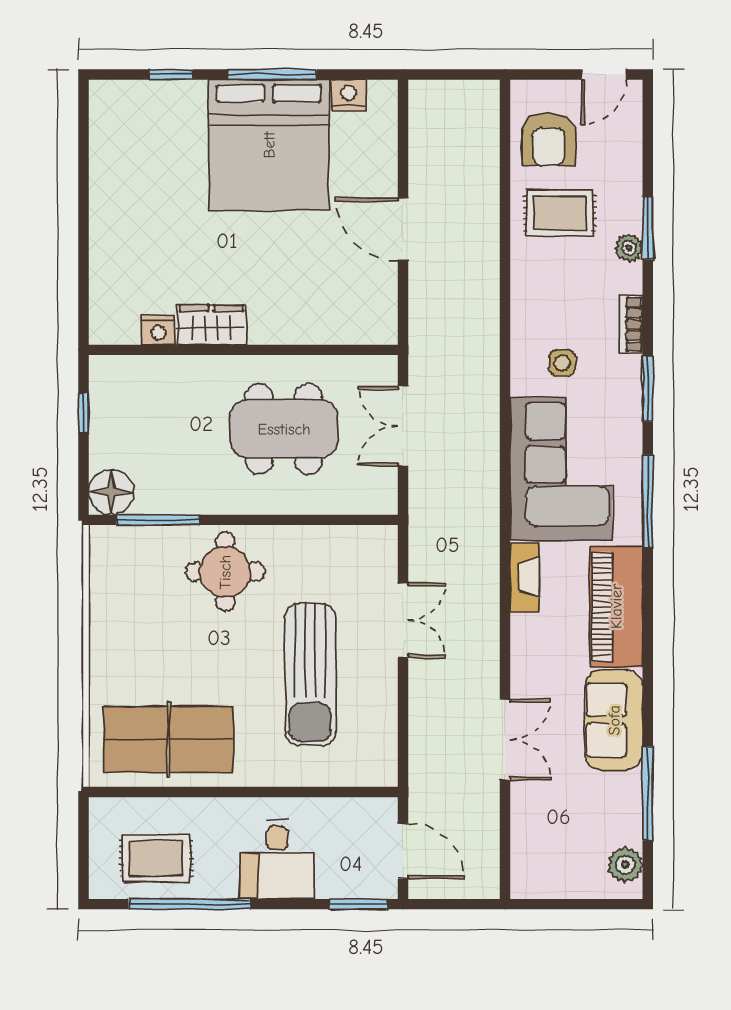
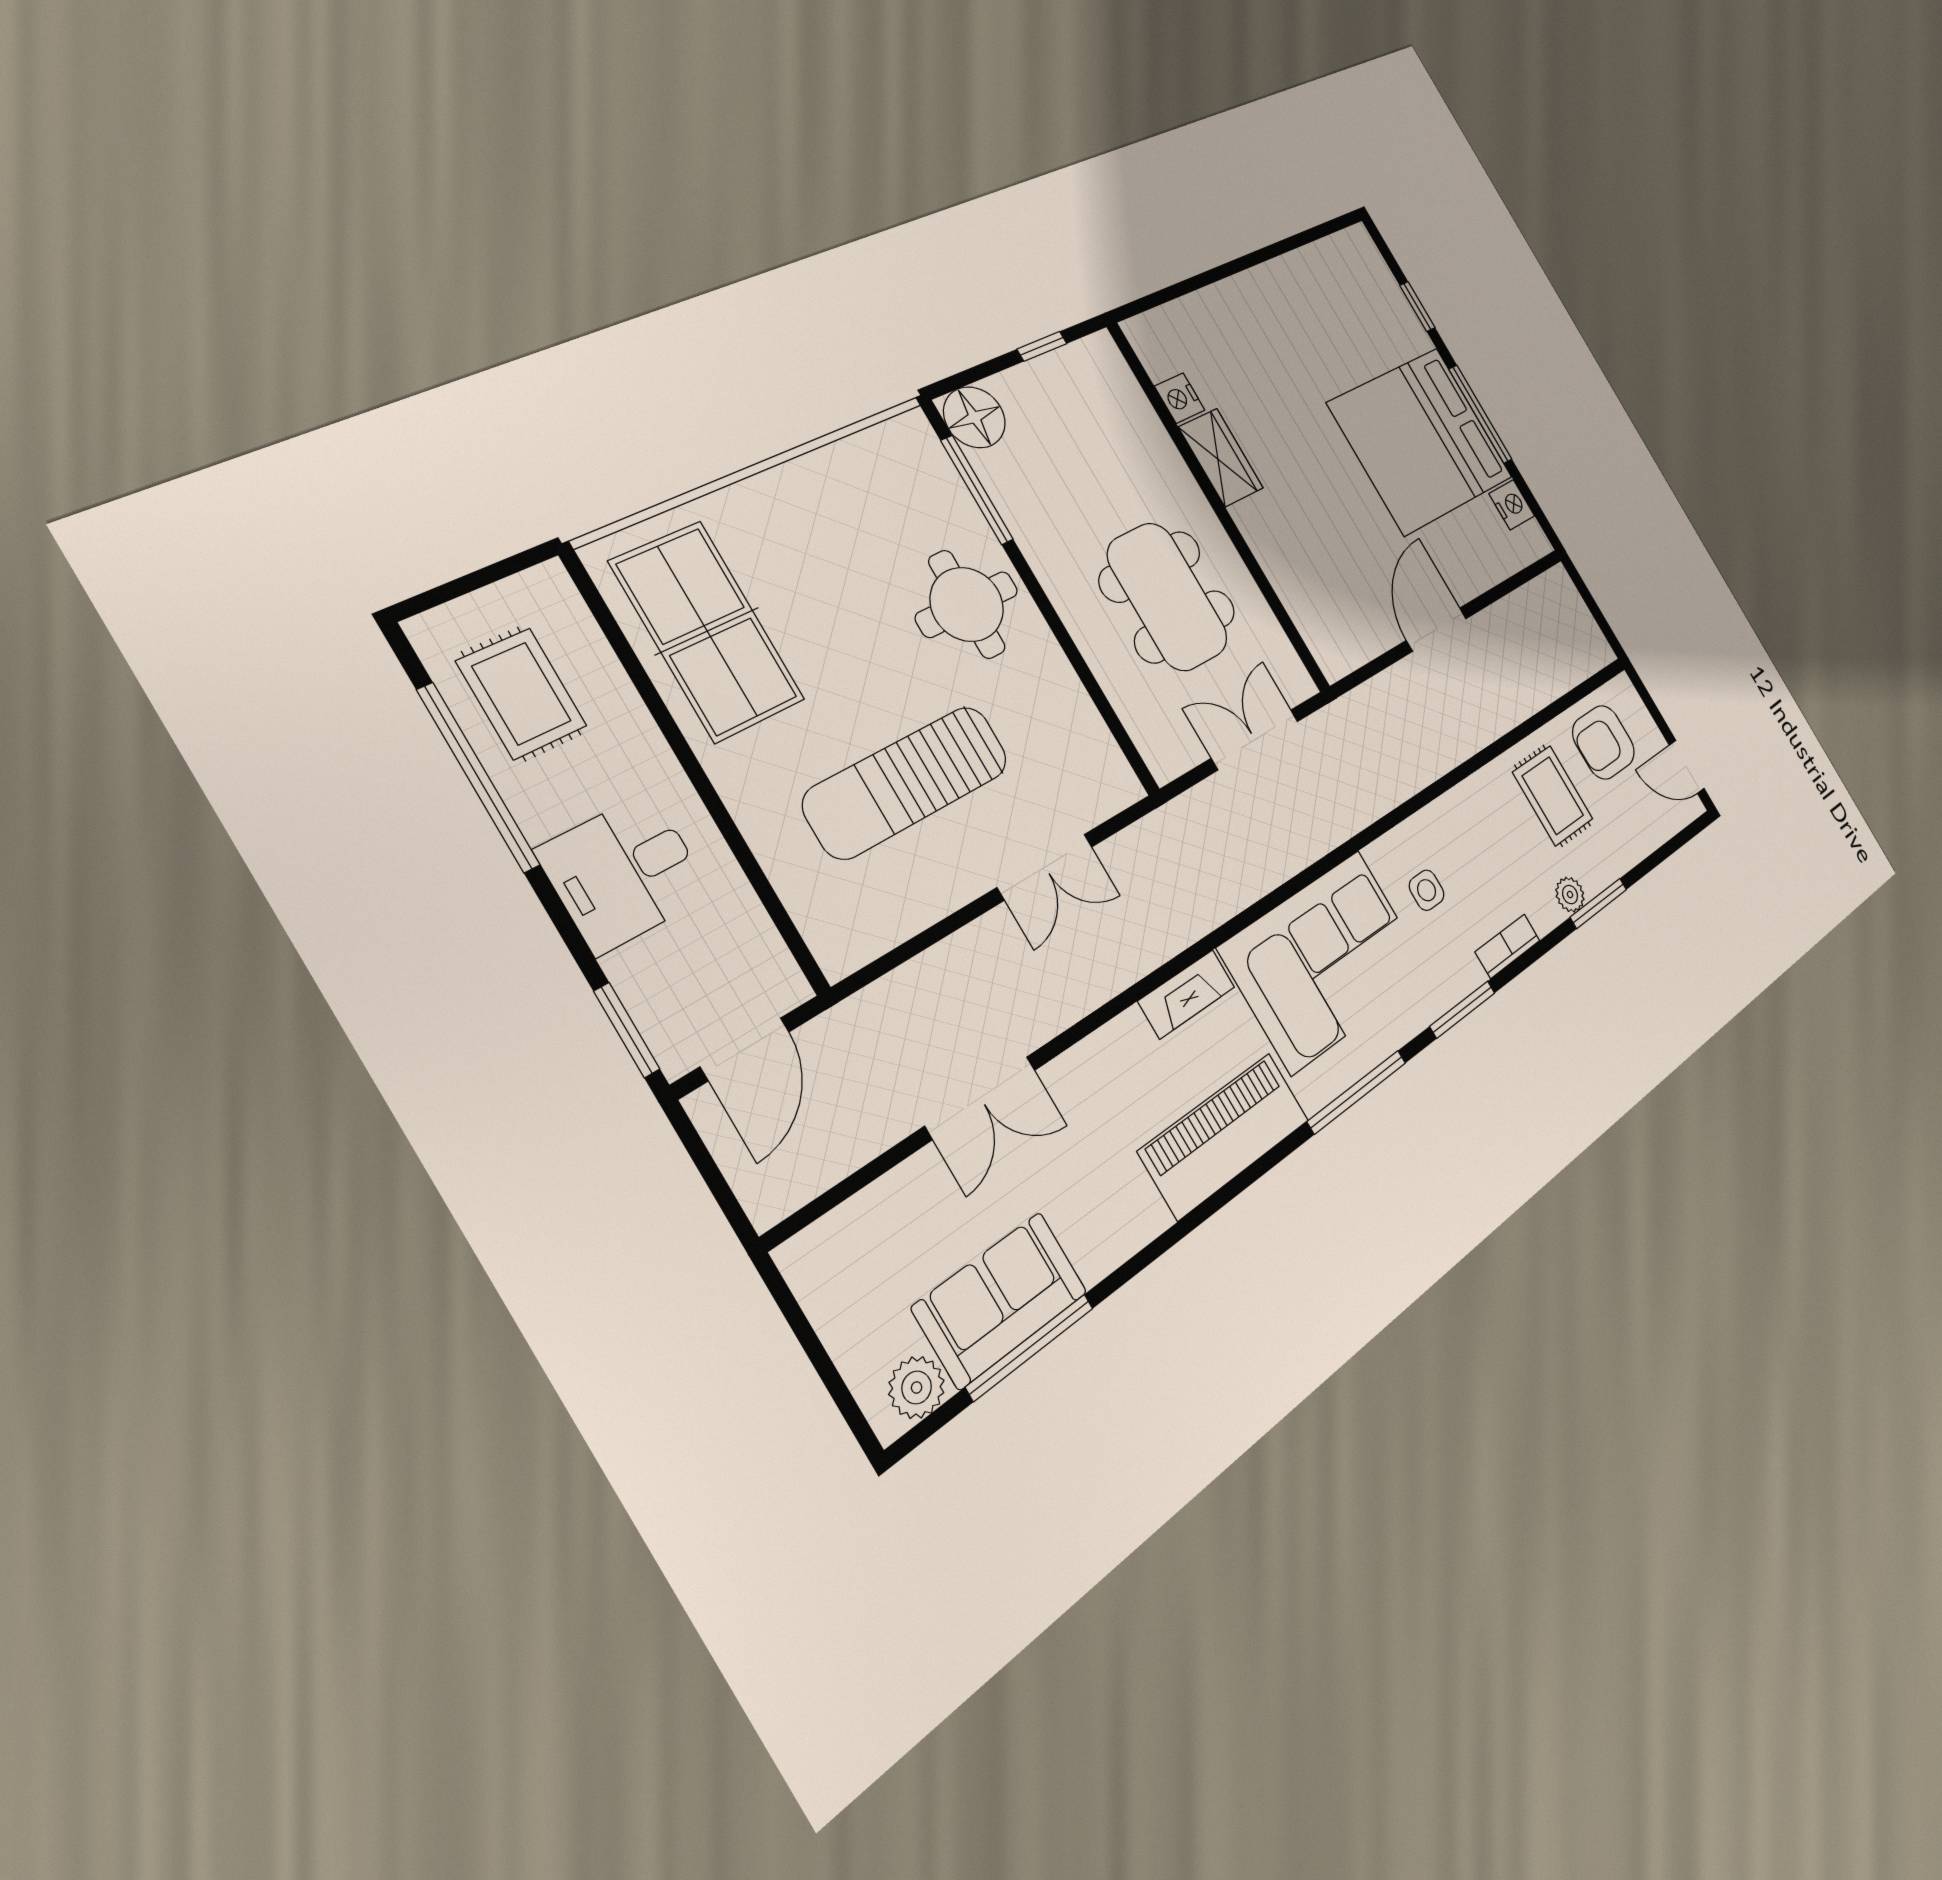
sofa: (614, 720) -> (1000, 1300), moved

